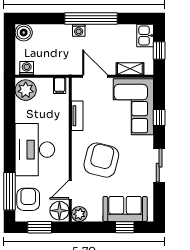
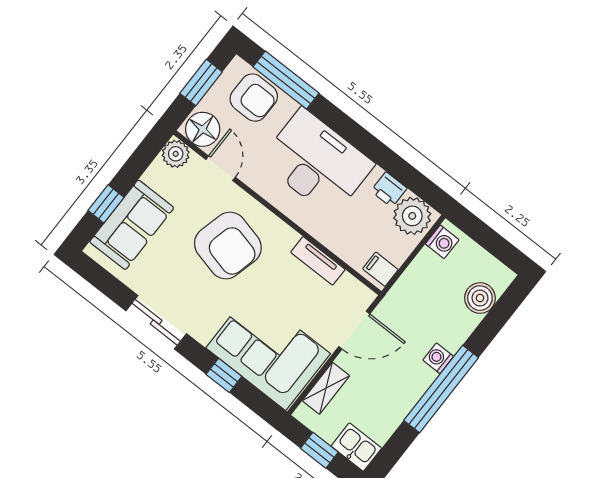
boiler: (24, 33) -> (480, 298), moved
printer: (22, 109) -> (389, 190), added

